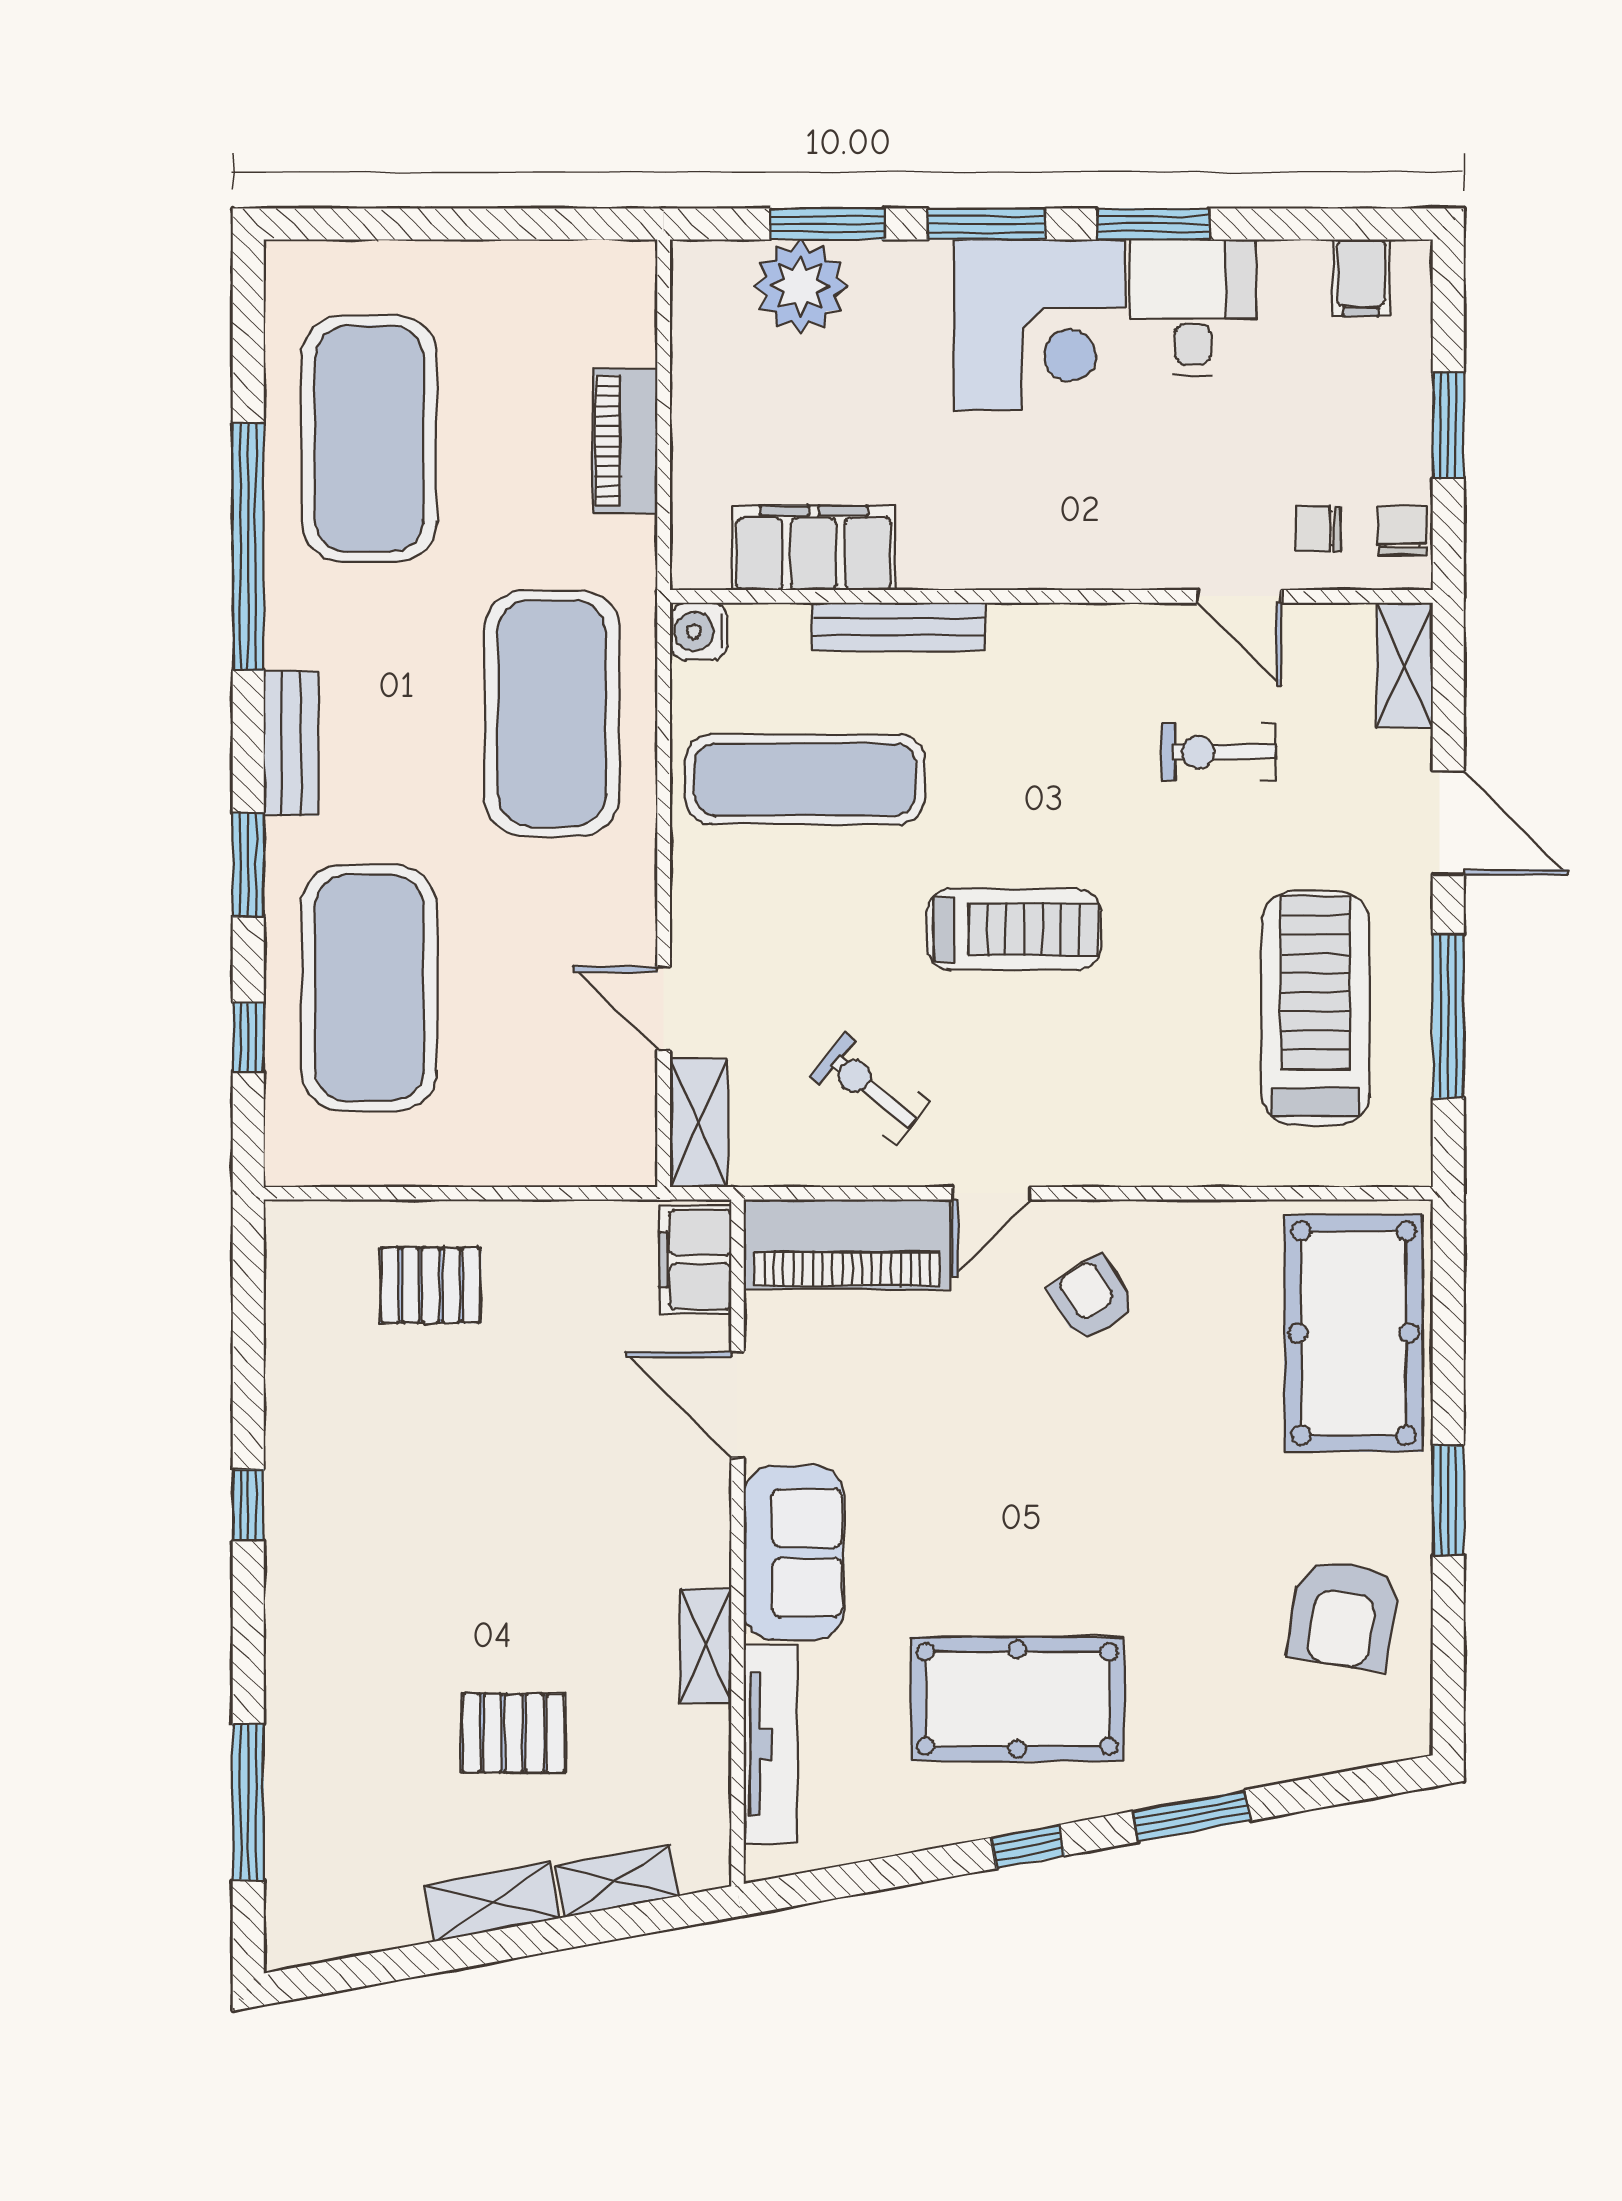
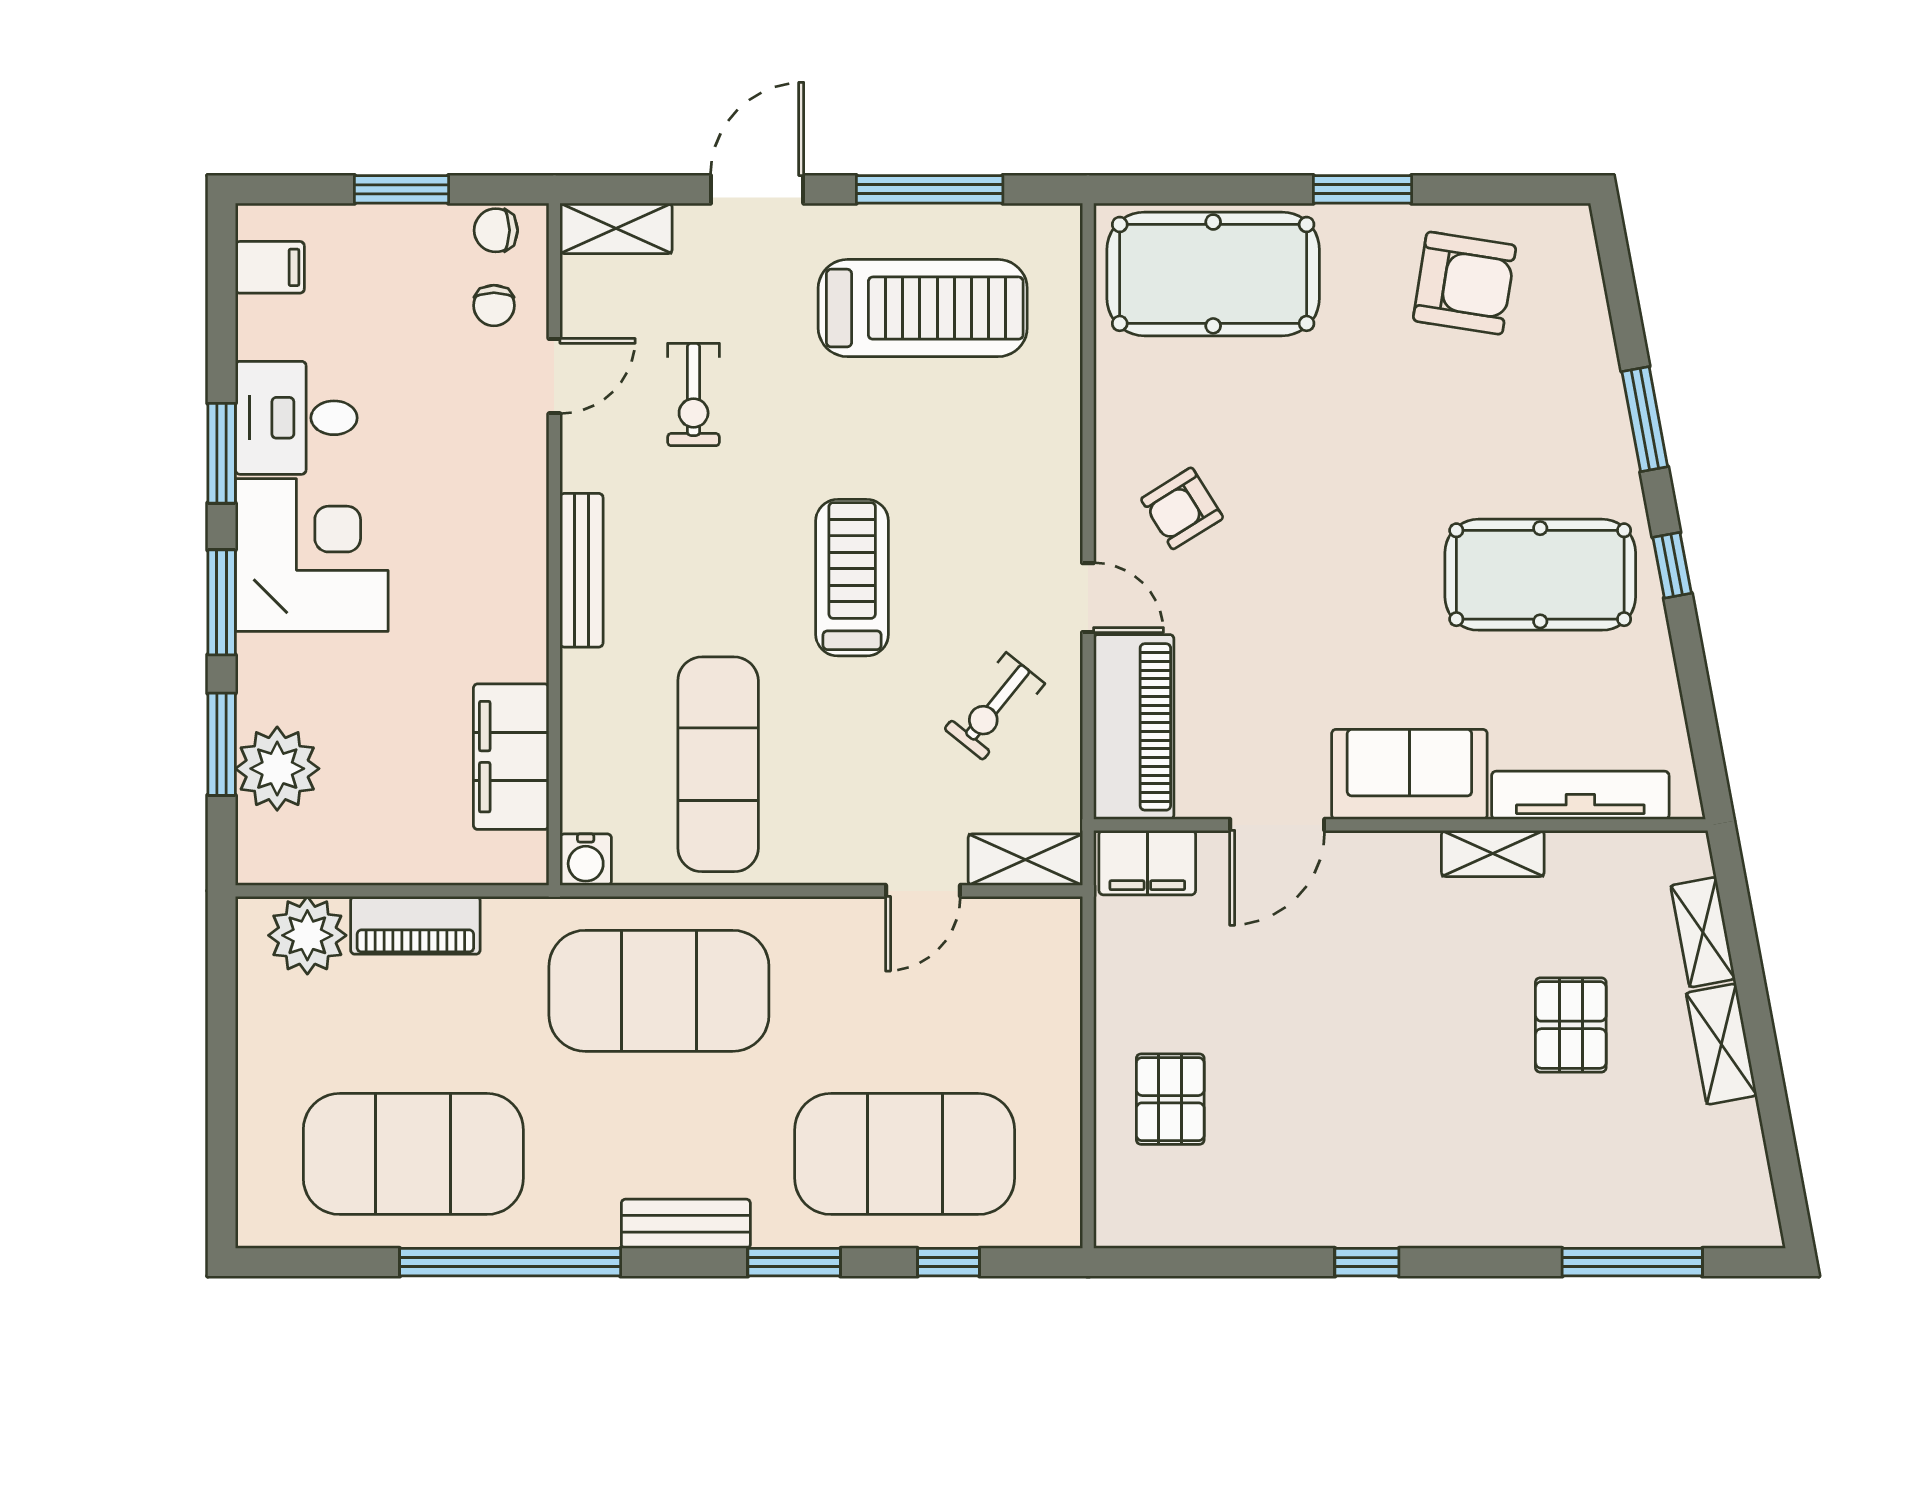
plant: (614, 320) -> (307, 935), added
bench: (899, 627) -> (581, 570), moved
treadmill: (1315, 1008) -> (923, 308), turned 180
pool table: (1017, 1699) -> (1540, 575), turned 90

